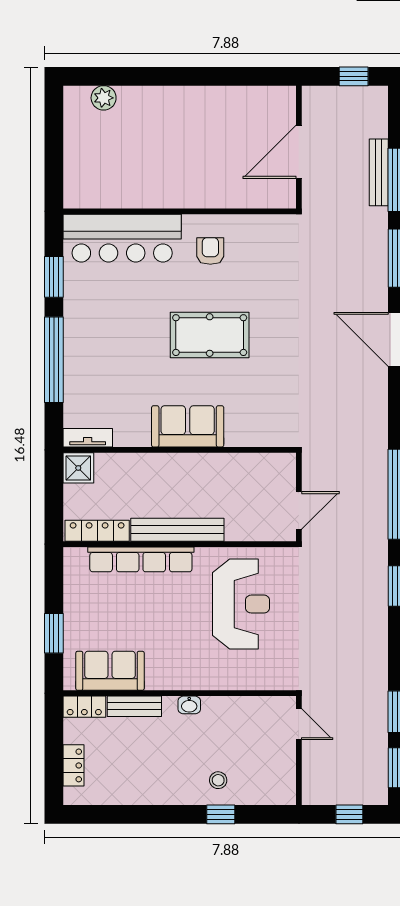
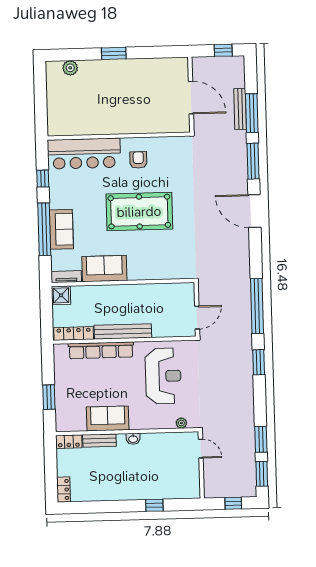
window: (175, 76) -> (114, 53), added
door: (299, 152) -> (191, 98), swing flipped
window: (54, 277) -> (43, 179), width x0.67
pool table: (210, 335) -> (139, 212), width x1.36, depth x1.32
sofa: (82, 360) -> (61, 229), added
sofa: (188, 426) -> (104, 269), moved
sofa: (110, 671) -> (108, 418), moved
plant: (268, 682) -> (181, 423), added
locker: (74, 765) -> (63, 490), moved
stool: (218, 780) -> (152, 484), removed

